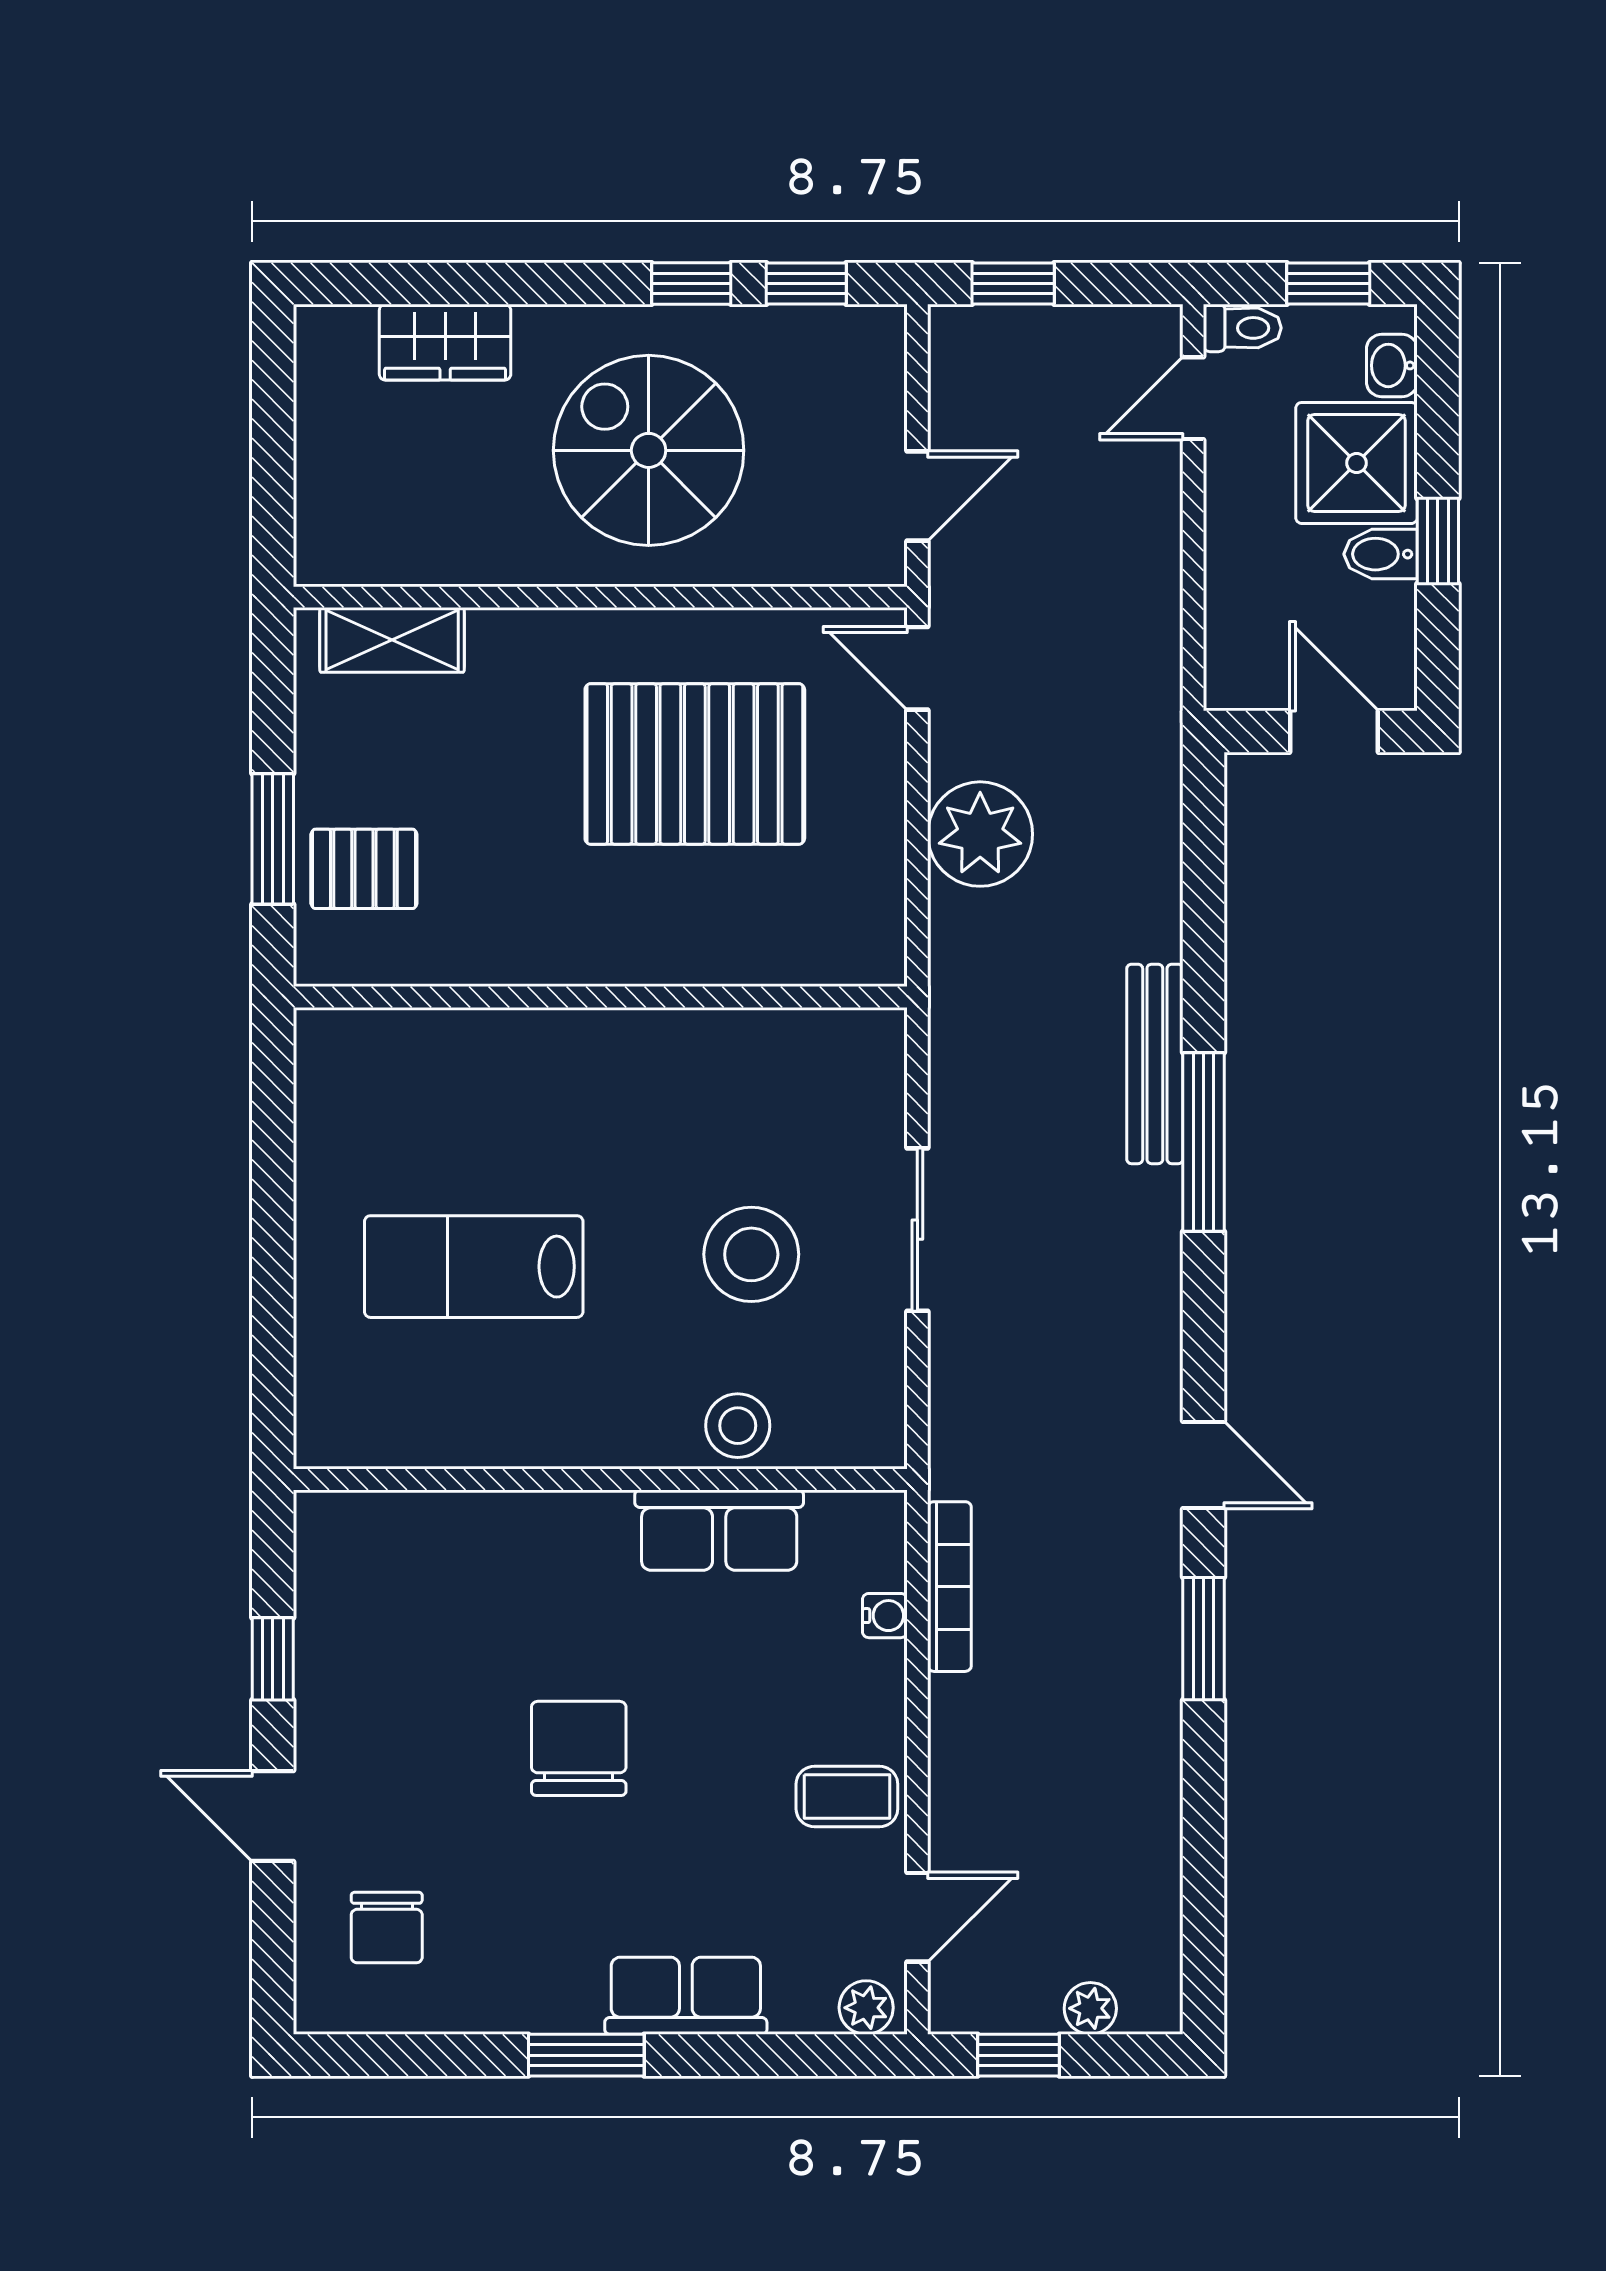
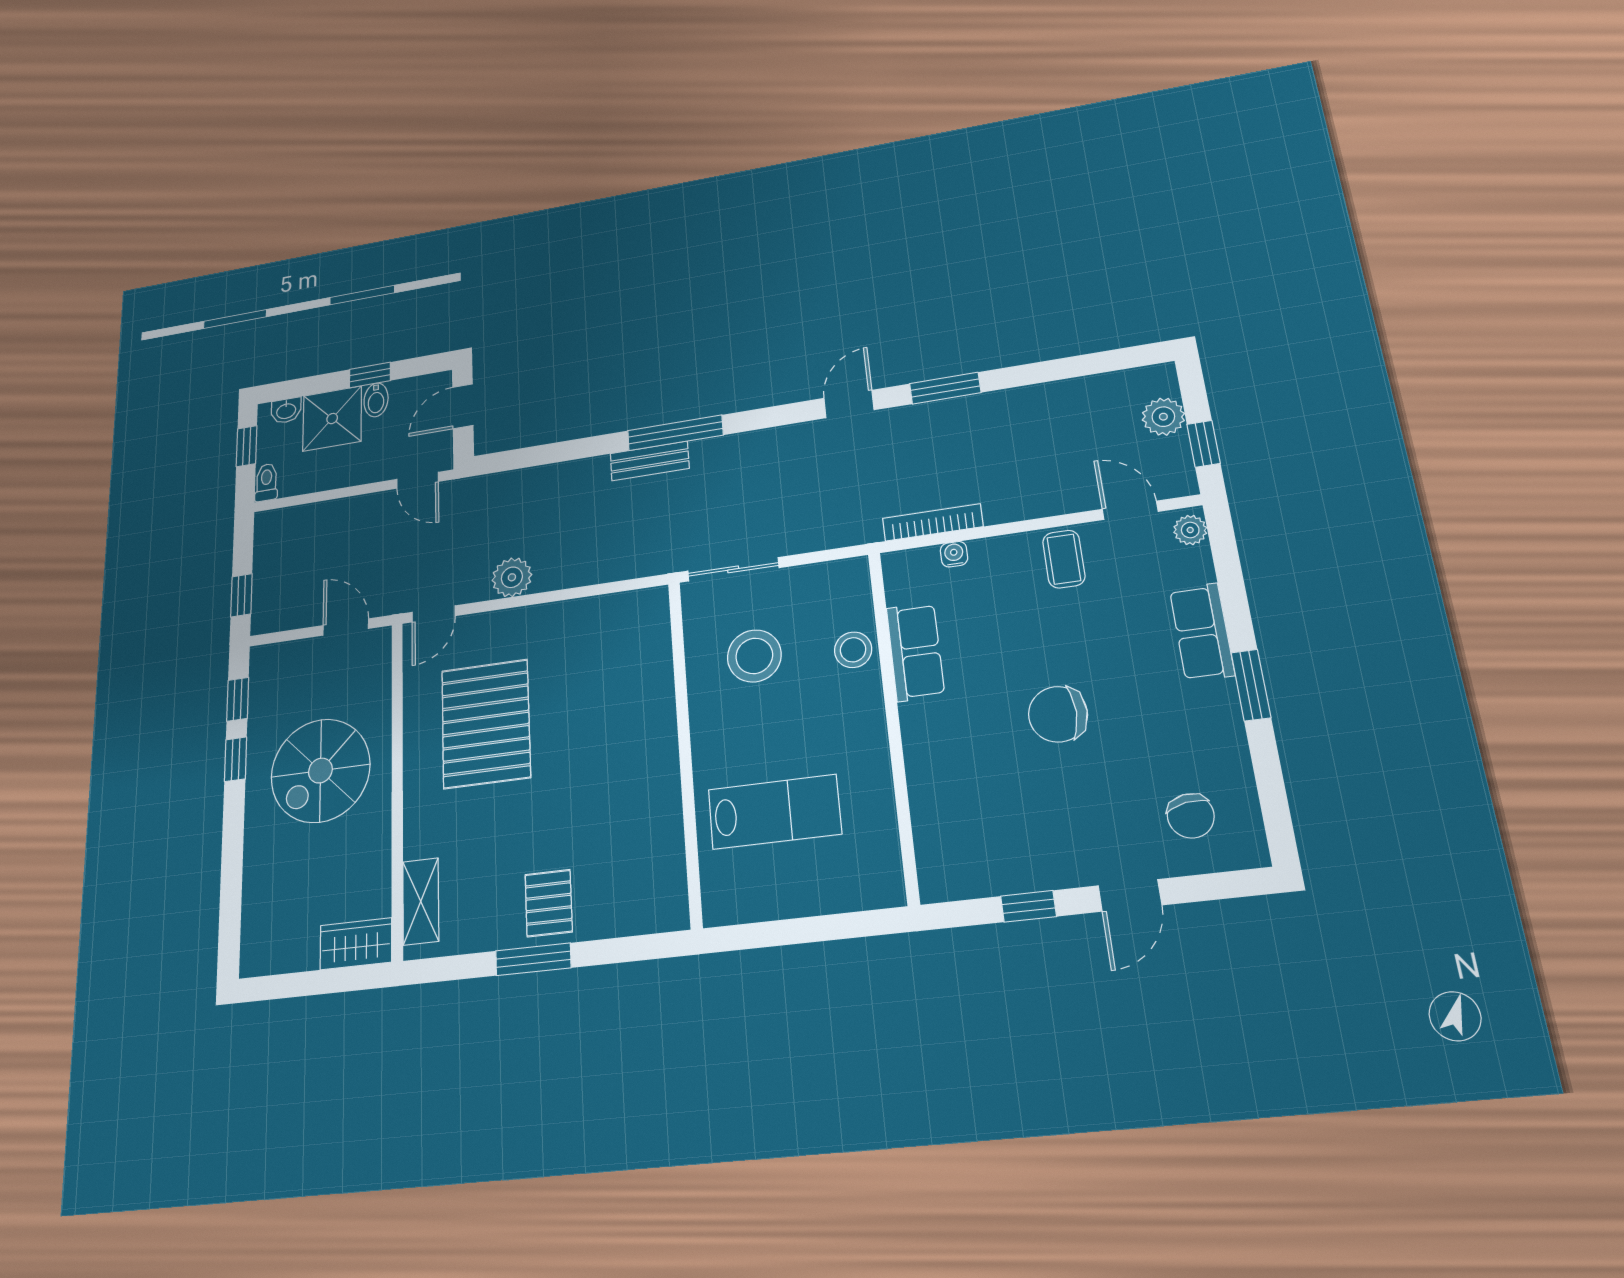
wardrobe: (445, 342) -> (356, 944), moved, turned -90
door: (1193, 398) -> (418, 480), moved
plant: (980, 834) -> (512, 577), width x0.73, depth x0.73
wall: (600, 997) -> (685, 750), moved
bench: (1155, 1064) -> (650, 461), width x0.73
lab bench: (474, 1267) -> (774, 812), turned -90
chair: (387, 1928) -> (1191, 816), turned 80
plant: (1090, 2008) -> (1163, 417), width x1.38, depth x1.38

